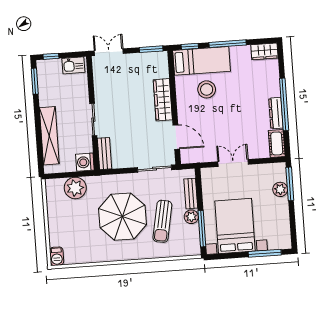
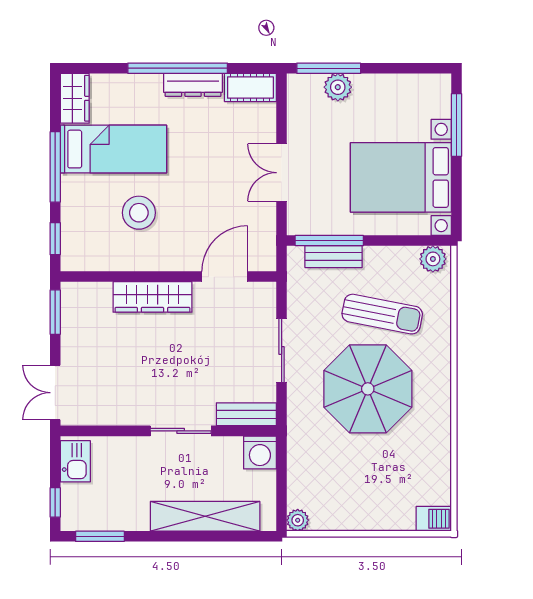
bed: (202, 61) -> (113, 149), moved, turned 90
sliding door: (155, 169) -> (282, 350), moved
plant: (75, 188) -> (298, 520), moved, width x0.53, depth x0.53
plant: (191, 217) -> (433, 259), moved
window: (202, 229) -> (329, 241), moved

